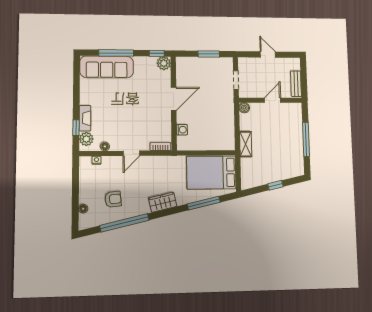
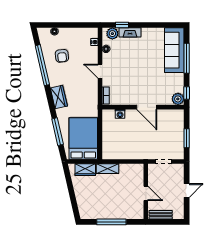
boiler: (244, 108) -> (139, 168), removed
wardrobe: (247, 170) -> (85, 170), added
window: (275, 185) -> (72, 194), removed

